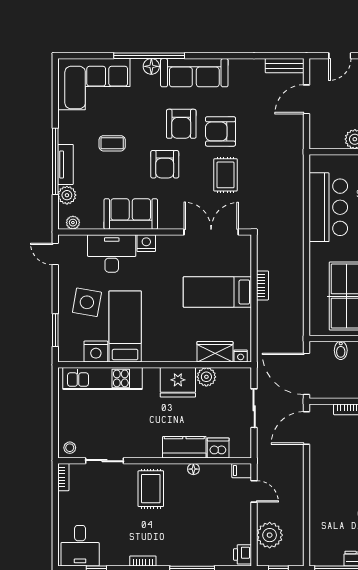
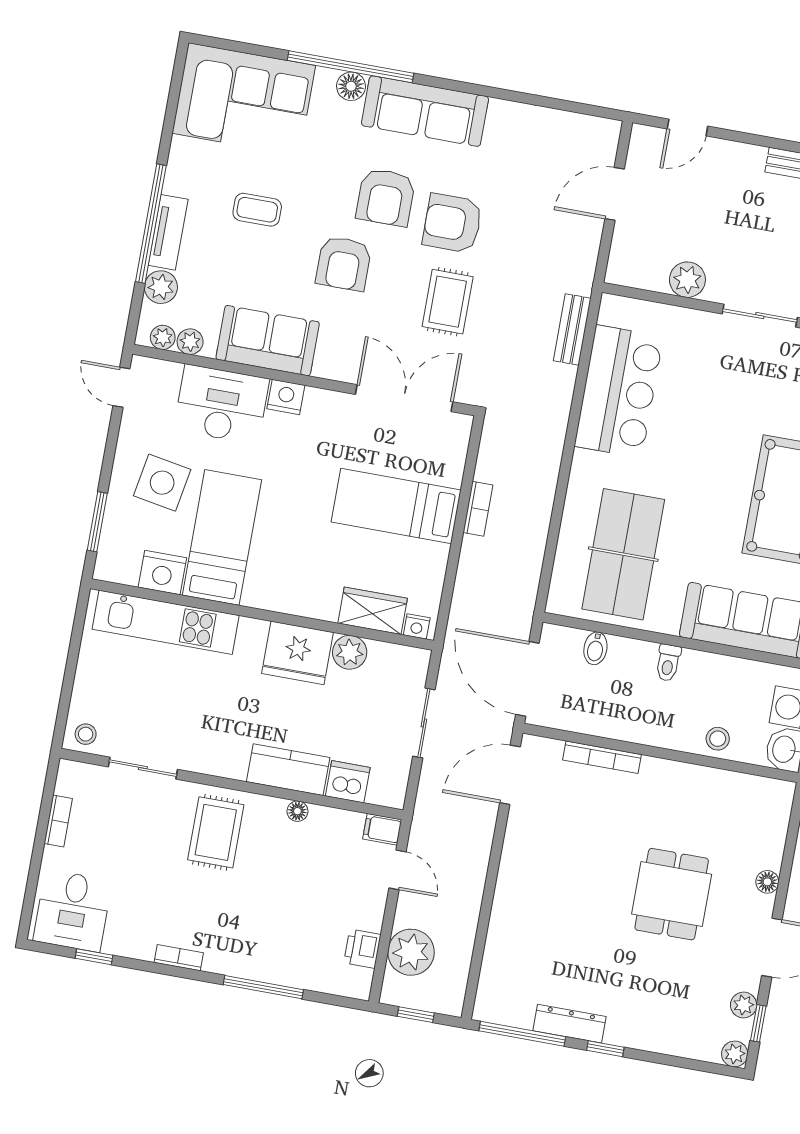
bench: (284, 66) -> (572, 329), moved, turned 90
plant: (88, 222) -> (190, 342), added
bookcase: (63, 477) -> (58, 821), moved
printer: (243, 554) -> (362, 949), moved

